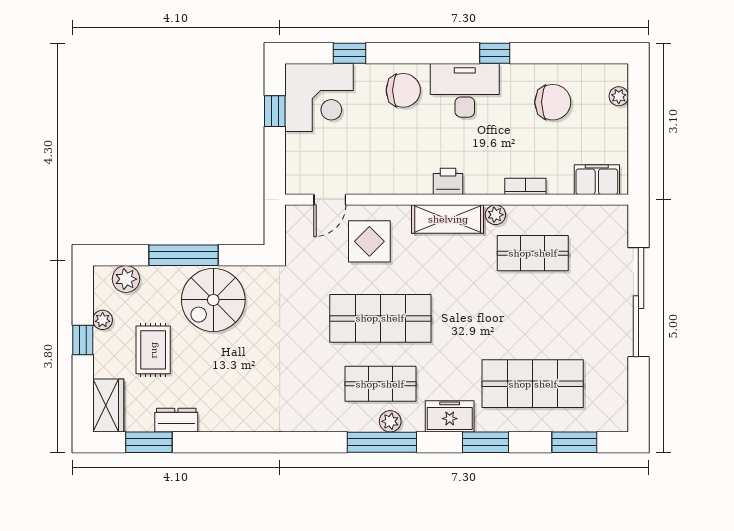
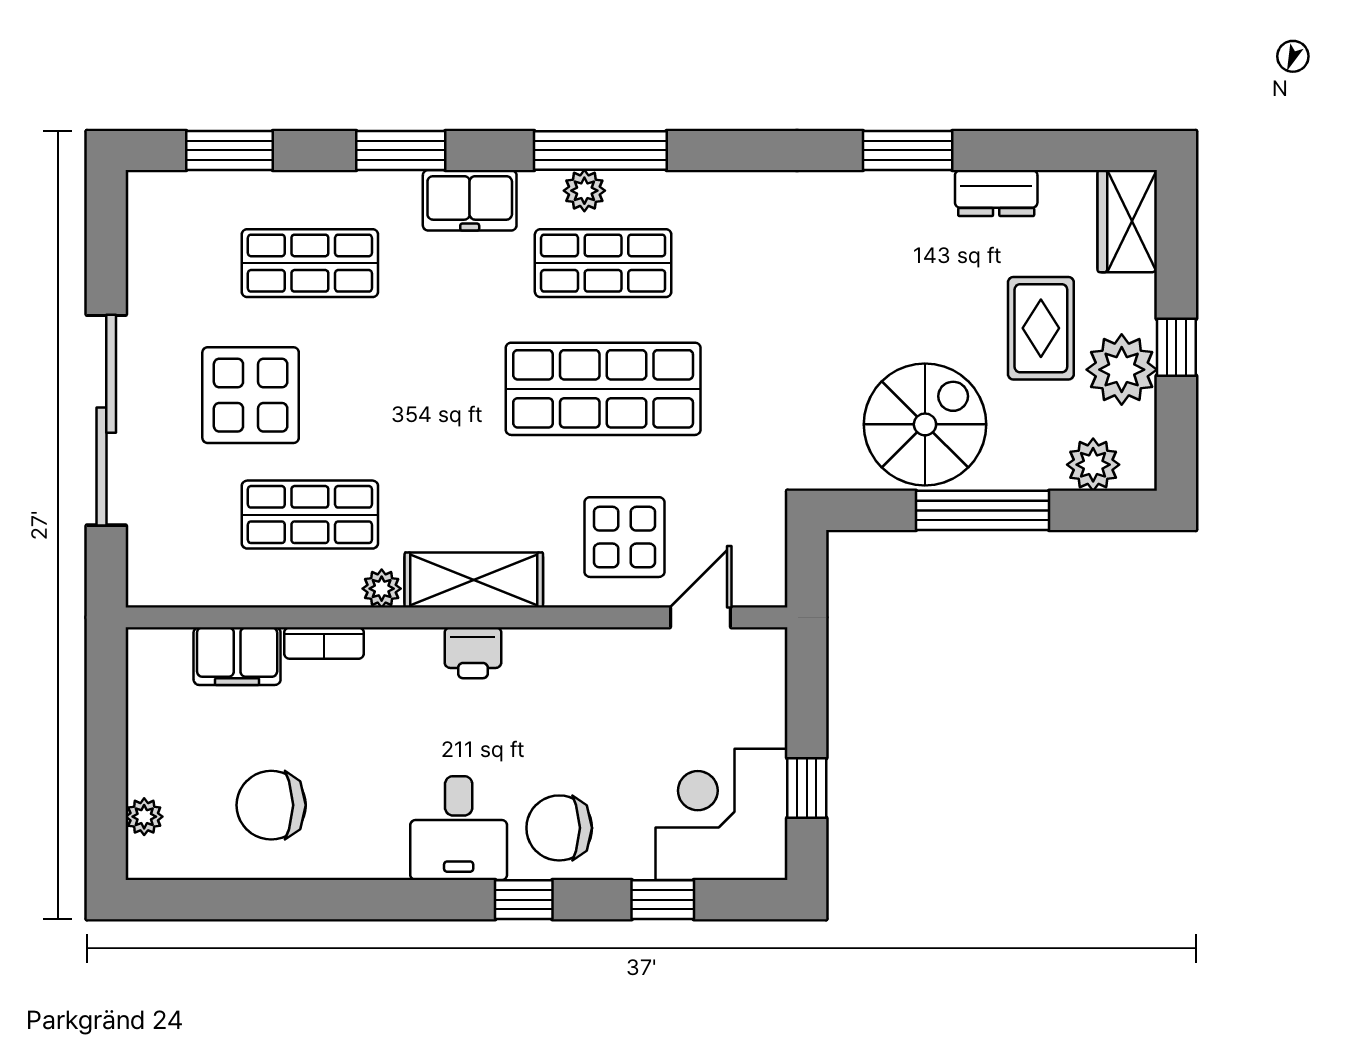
window: (495, 53) -> (524, 900), moved
desk: (465, 90) -> (459, 828), width x0.73
filing cabinet: (597, 180) -> (237, 656), moved
display table: (564, 315) -> (251, 395), added
plant: (103, 320) -> (1122, 370), width x1.88, depth x1.88
shop shelf: (533, 384) -> (310, 263), width x0.70, depth x0.74
window: (149, 442) -> (908, 150), moved

